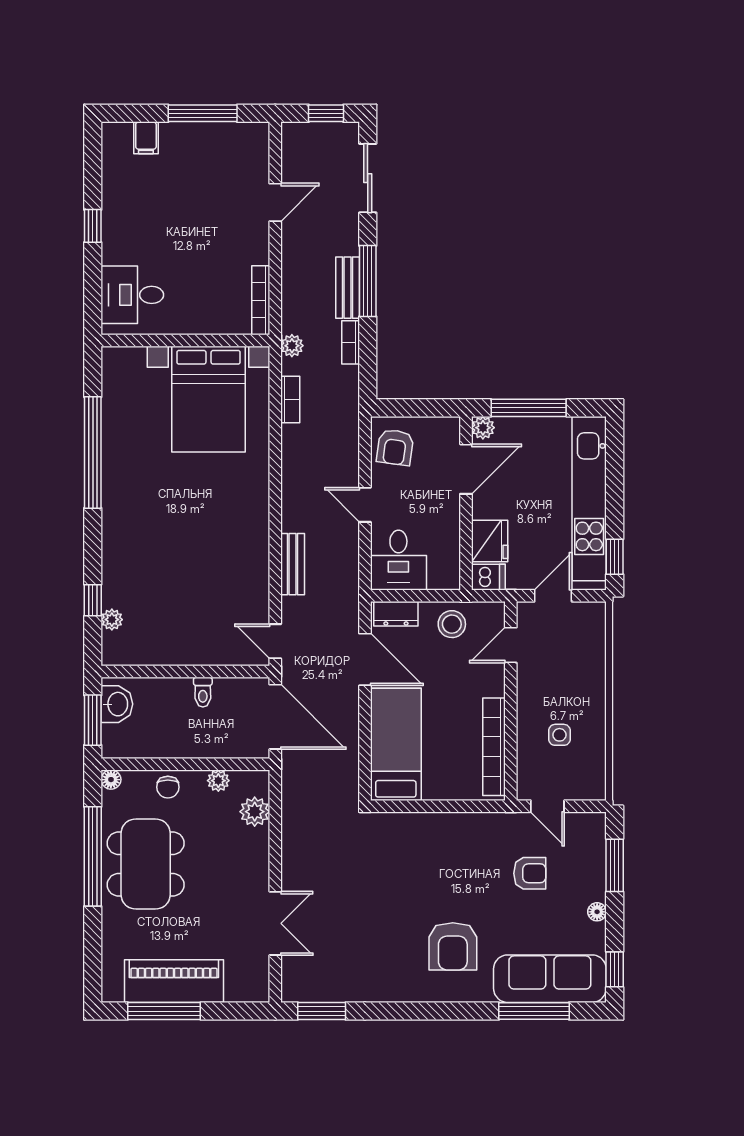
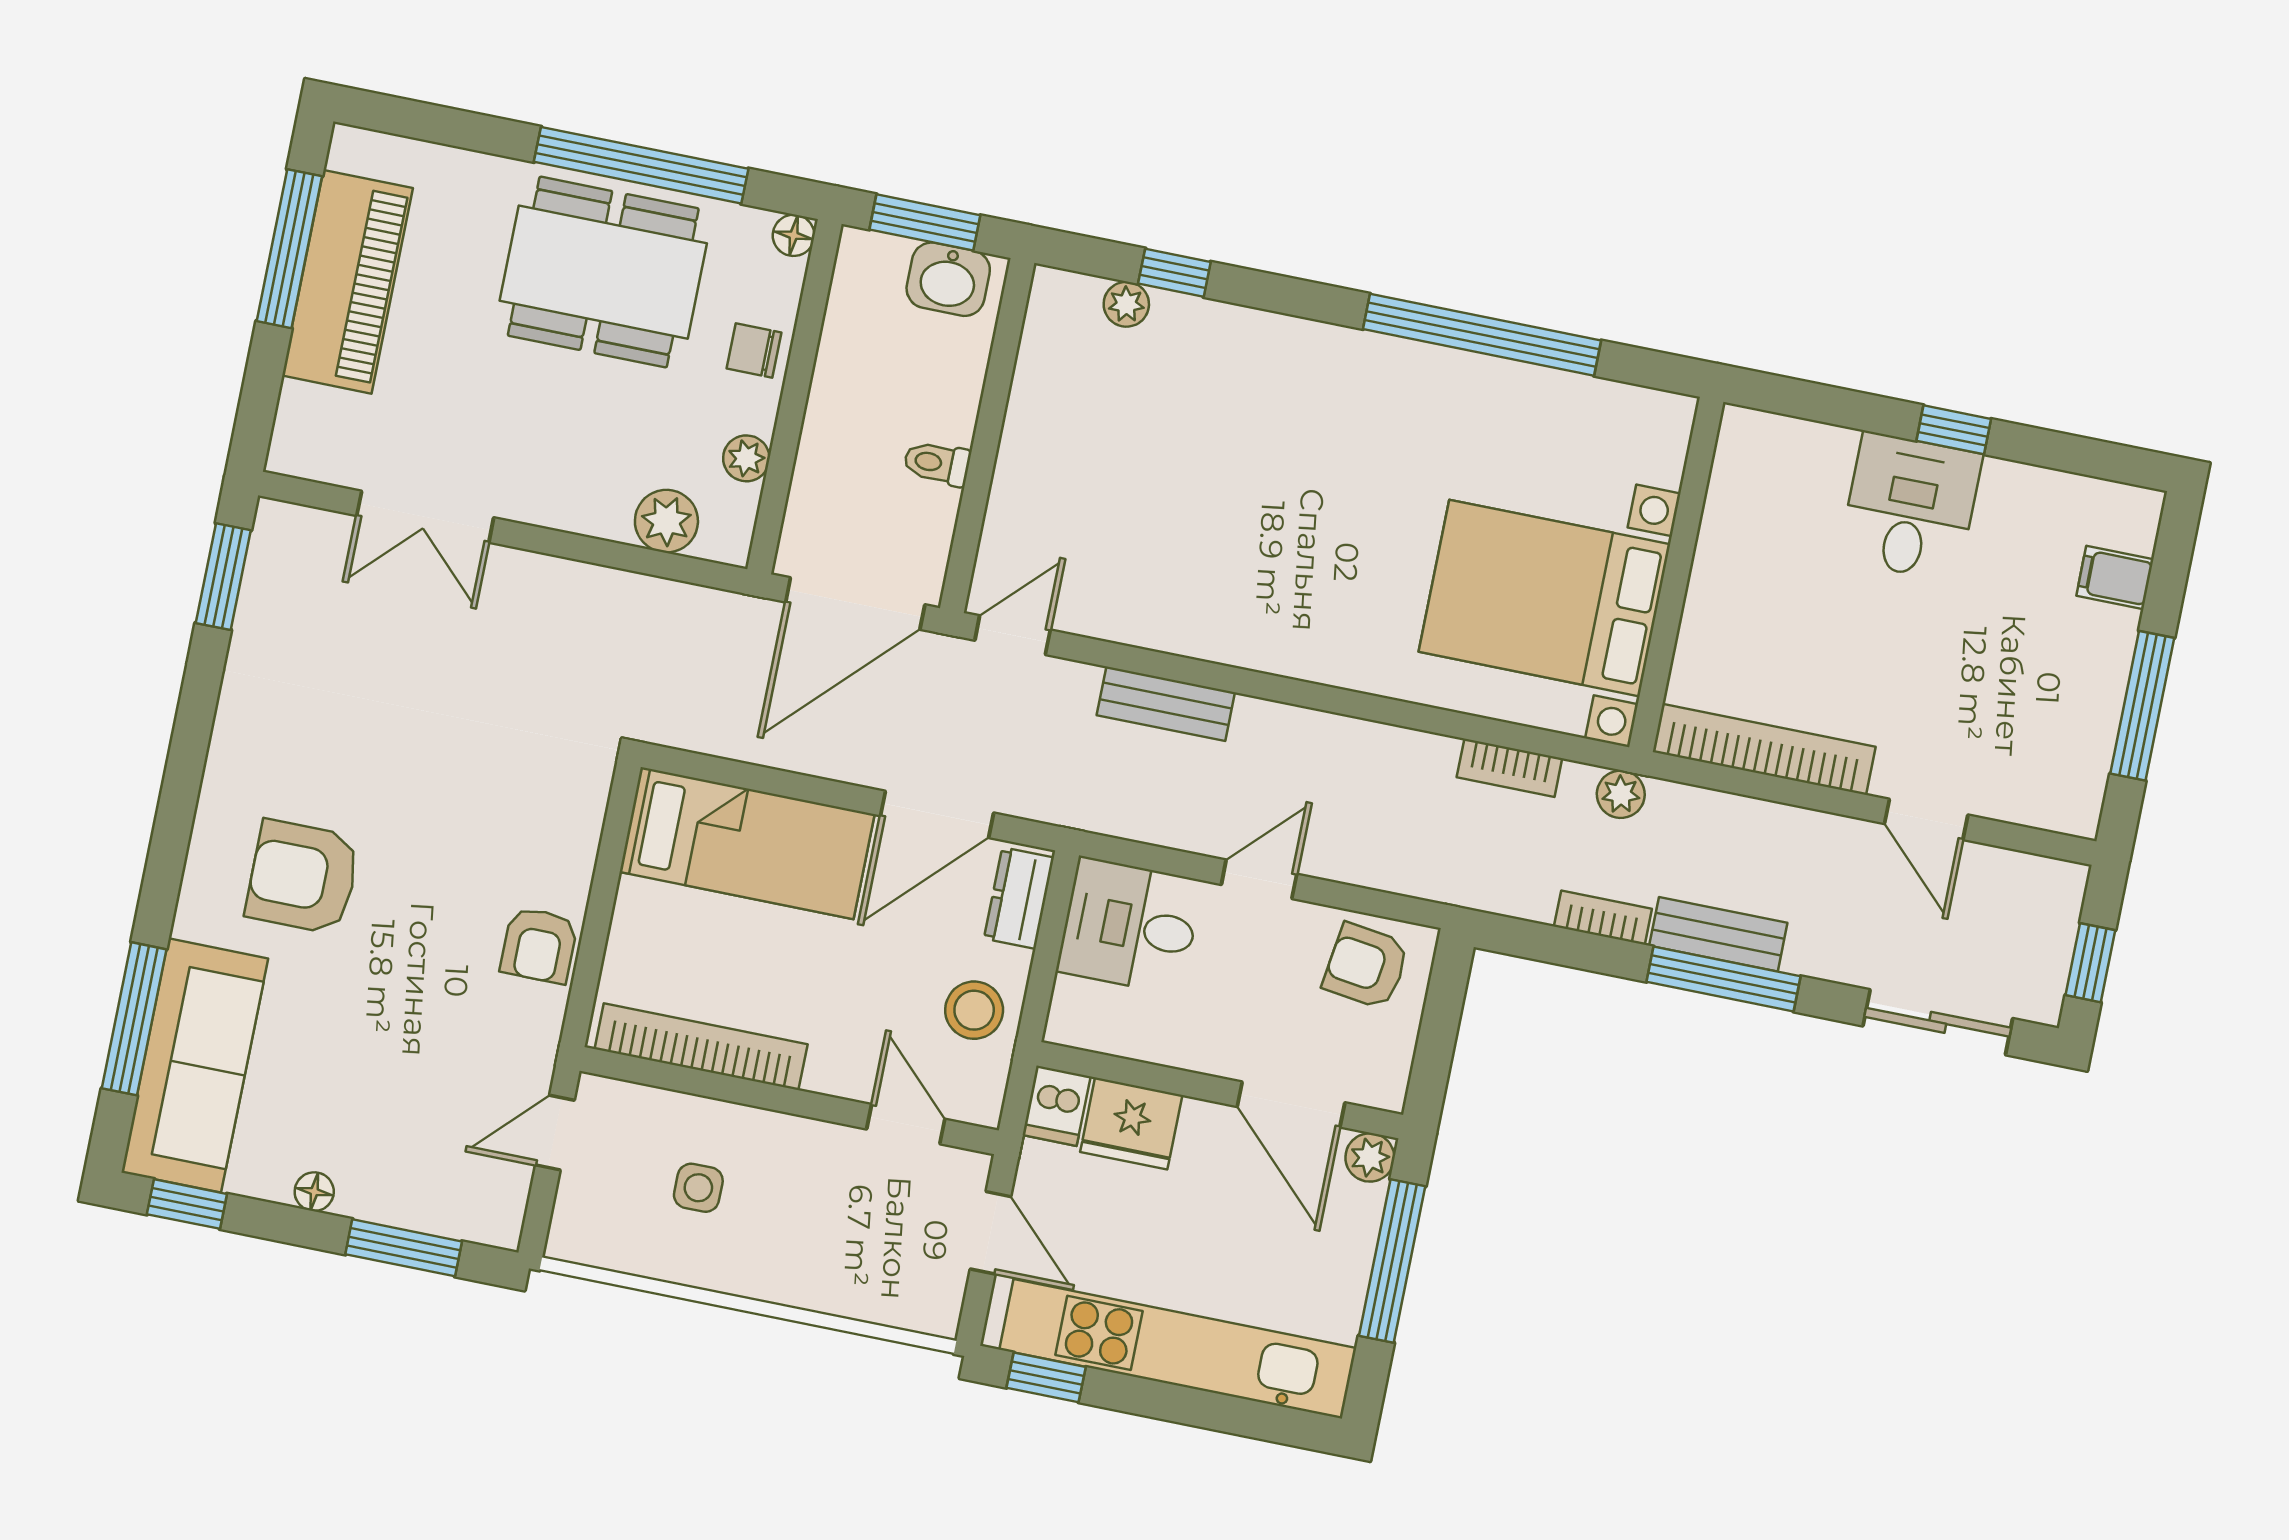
desk: (132, 295) -> (1910, 507), moved
bookcase: (261, 300) -> (1764, 749), width x1.48, depth x1.31
armchair: (530, 873) -> (539, 945), moved

